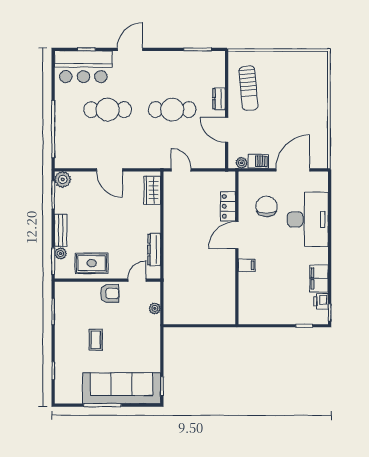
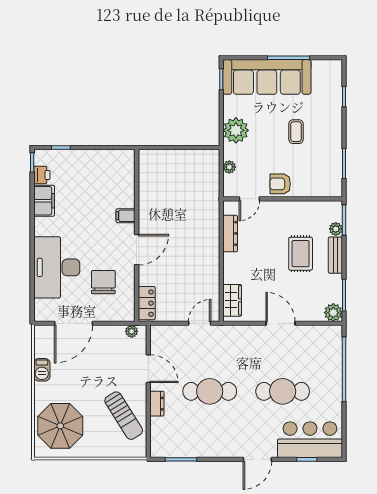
parasol: (305, 79) -> (60, 426), added
sun lounger: (248, 88) -> (124, 416), turned 153
barbecue: (258, 161) -> (42, 370), moved, turned -90
door: (181, 170) -> (200, 323), swing flipped
locker: (228, 206) -> (147, 303), moved
chair: (266, 206) -> (103, 282), turned 180
rug: (92, 263) -> (301, 254), moved, turned 90
plant: (149, 341) -> (236, 130), added

